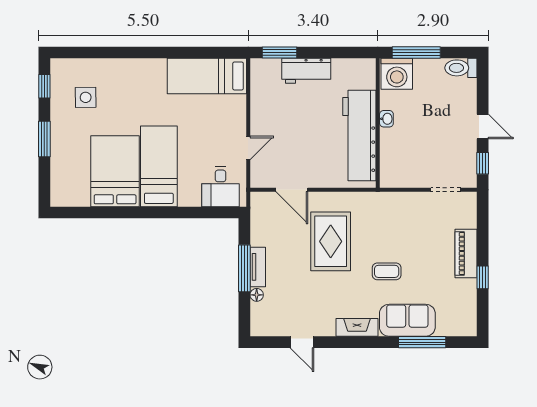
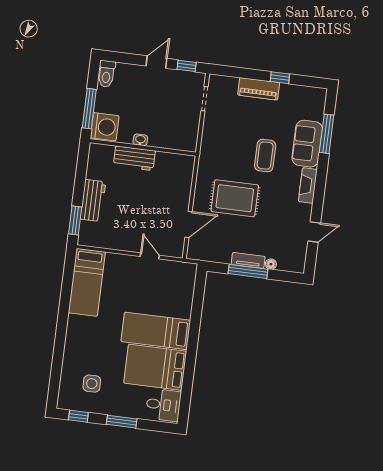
workbench: (359, 136) -> (134, 158), width x0.53, depth x0.76
desk: (220, 187) -> (163, 405), moved
coffee table: (387, 271) -> (265, 156), width x1.36, depth x1.30

